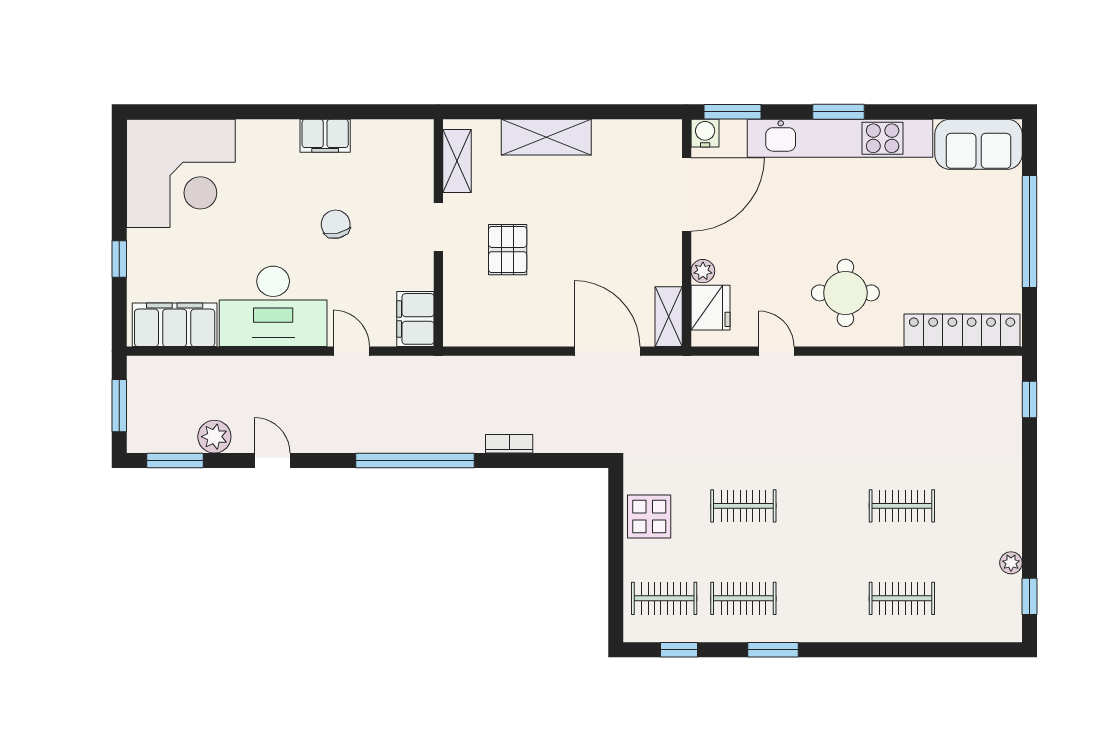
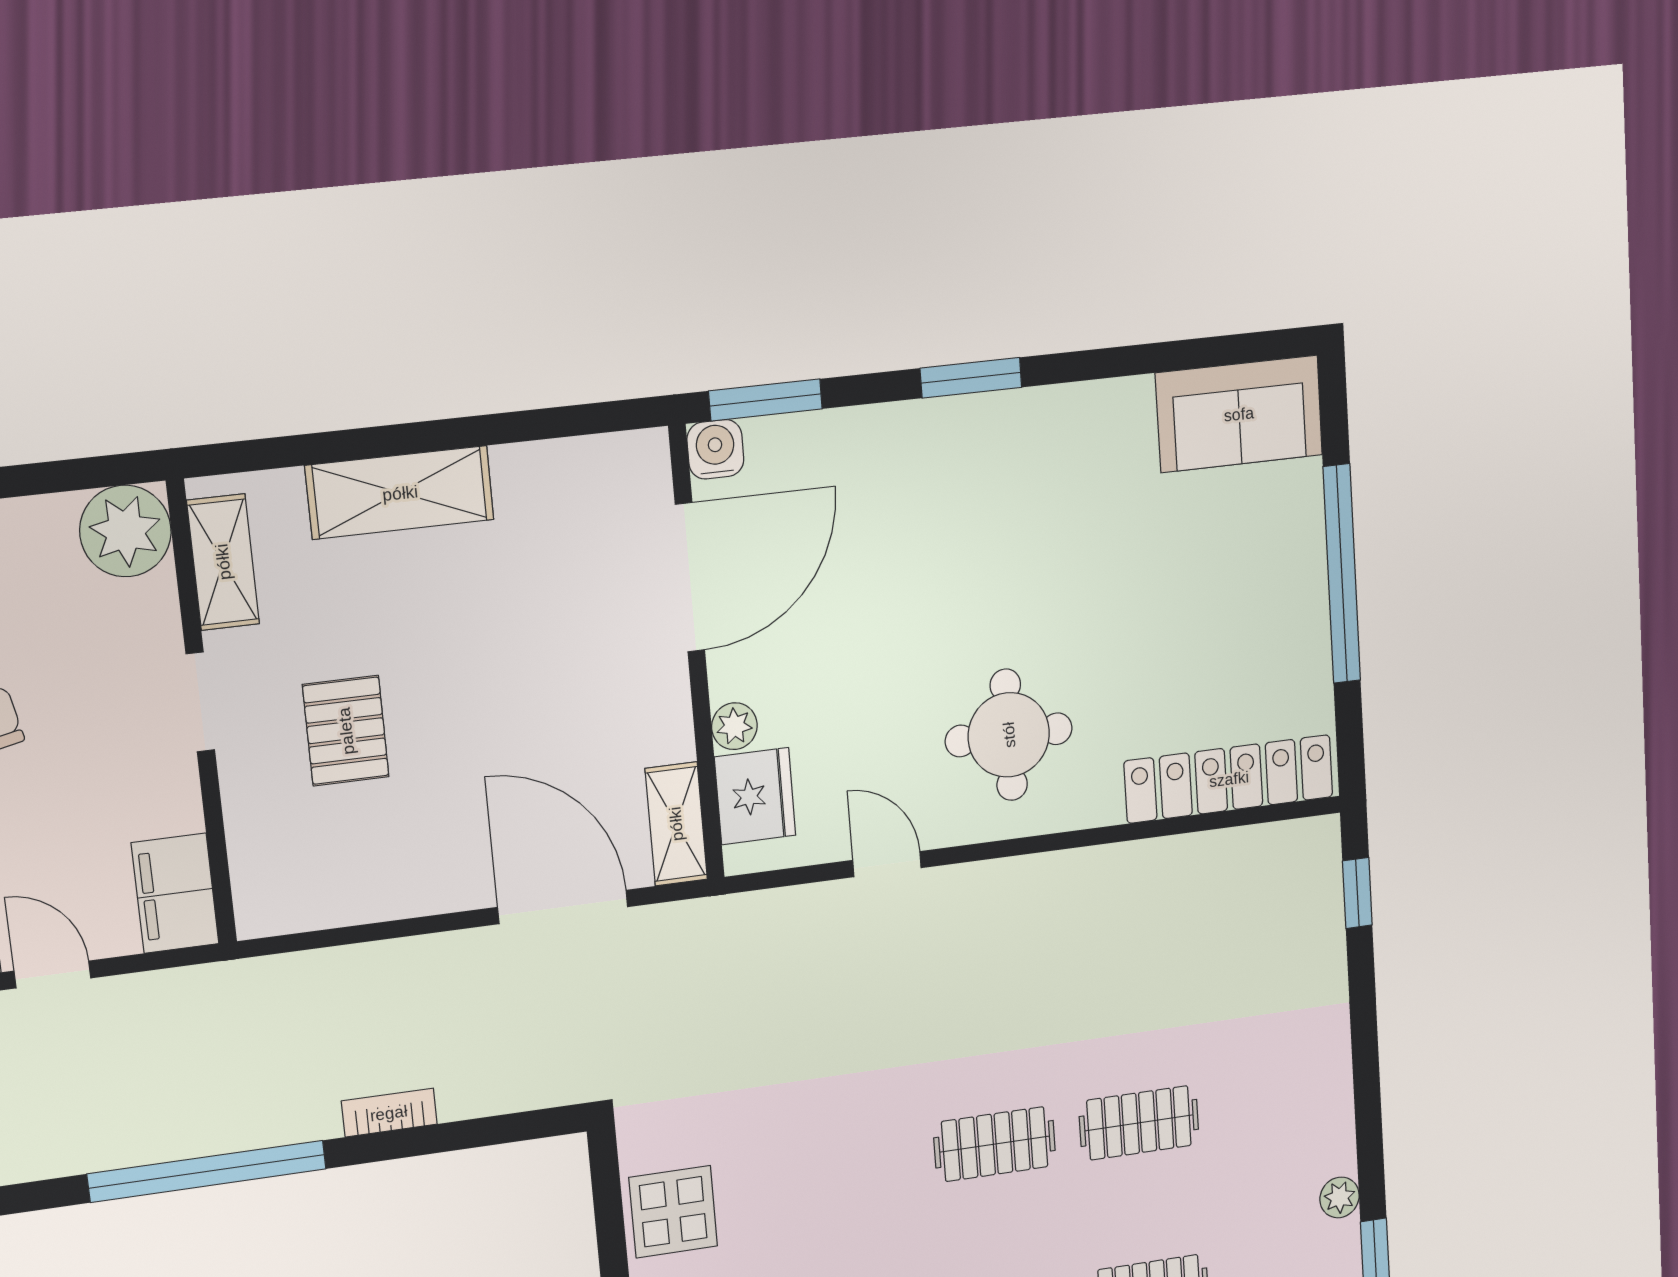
kitchen unit: (840, 138) -> (977, 431), removed
plant: (412, 141) -> (125, 531), added
clothes rail: (743, 506) -> (995, 1144), moved

